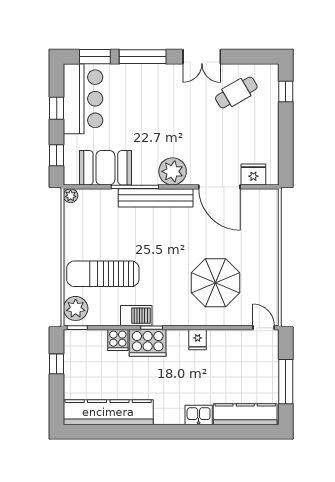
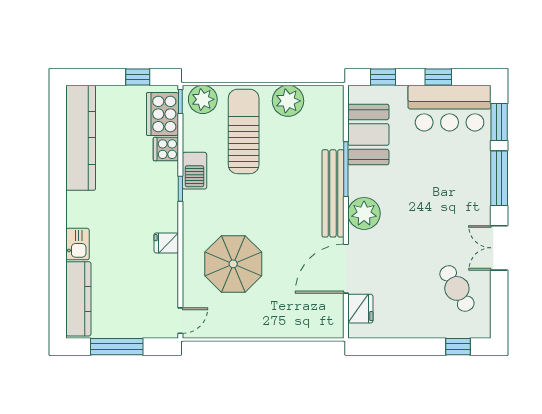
plant: (71, 196) -> (288, 101), moved, width x1.88, depth x1.88
cooker: (148, 343) -> (162, 114), moved

